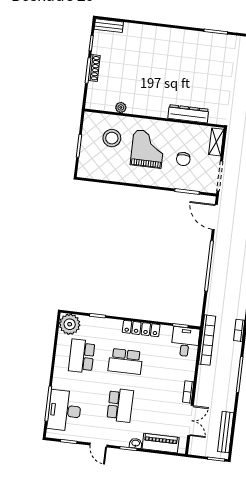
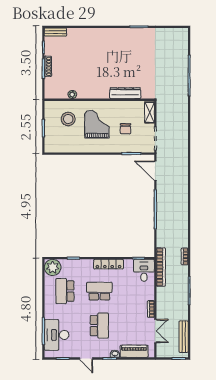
school desk: (125, 361) -> (99, 291), turned 180

